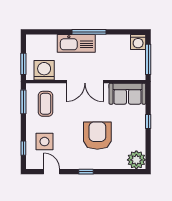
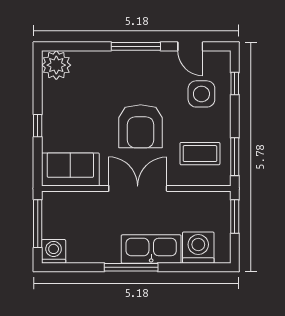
washing machine: (44, 70) -> (198, 248), moved, turned 180
coffee table: (45, 104) -> (200, 154), turned 90
armchair: (97, 136) -> (141, 126), moved
window: (86, 172) -> (136, 46), width x2.17

